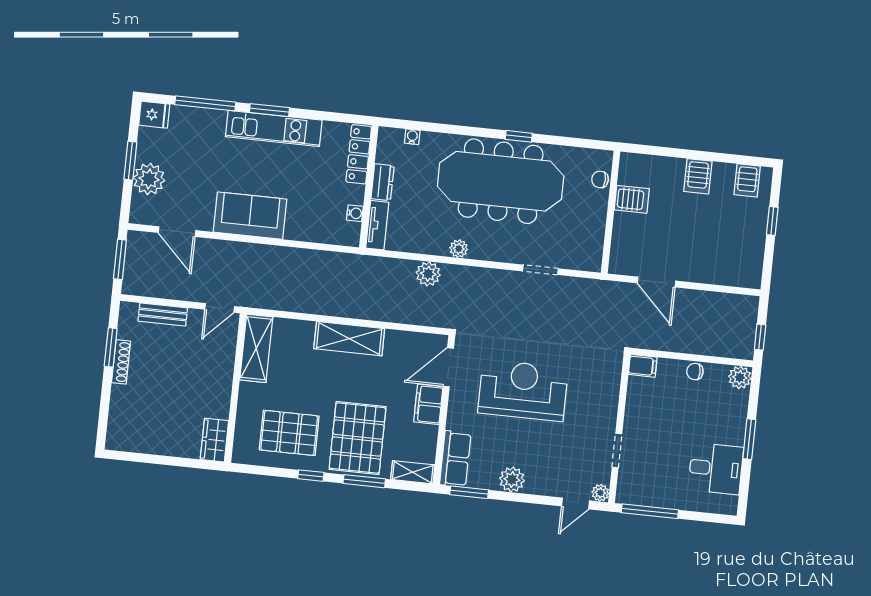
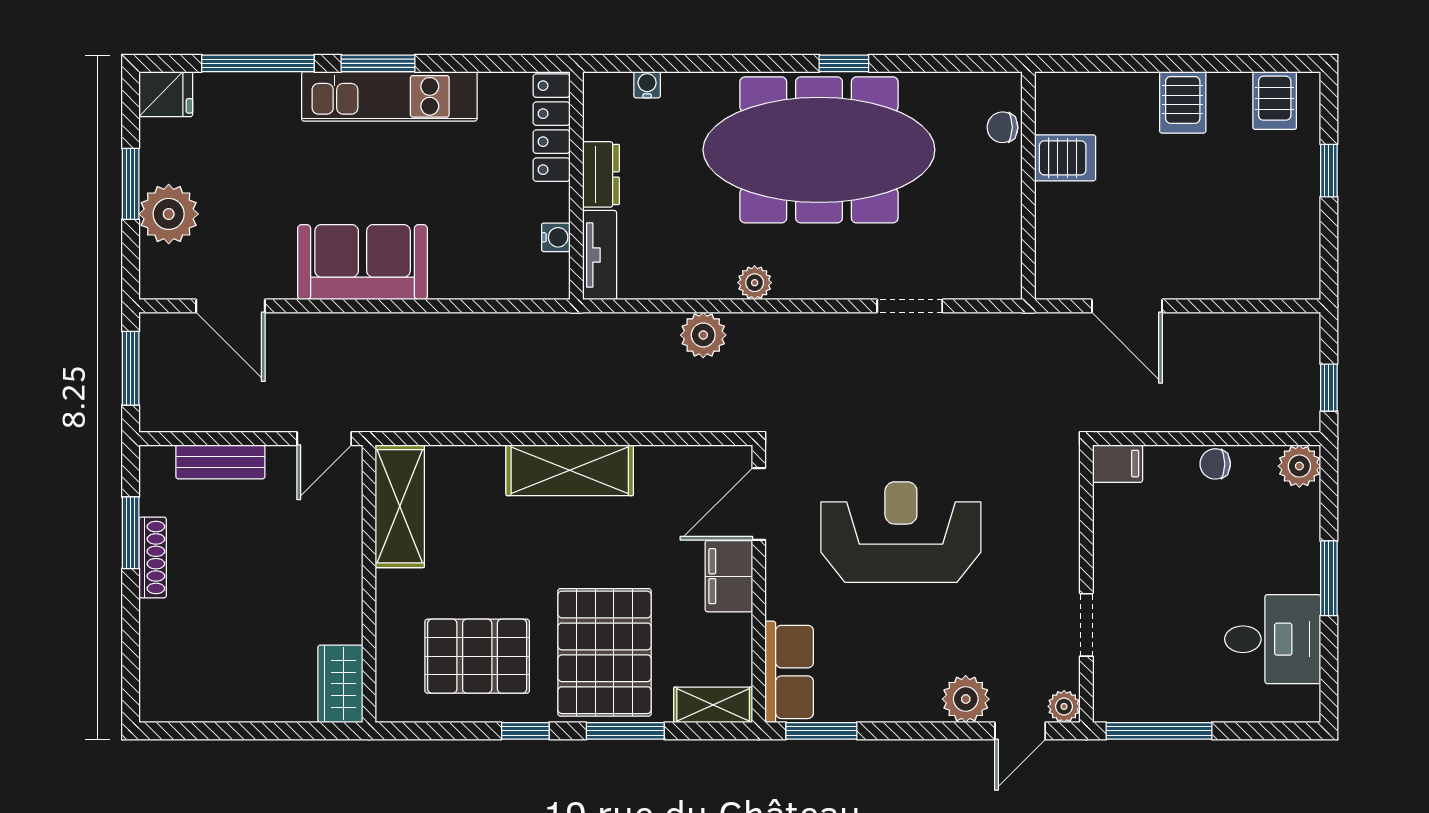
plant: (512, 479) -> (966, 699), moved

